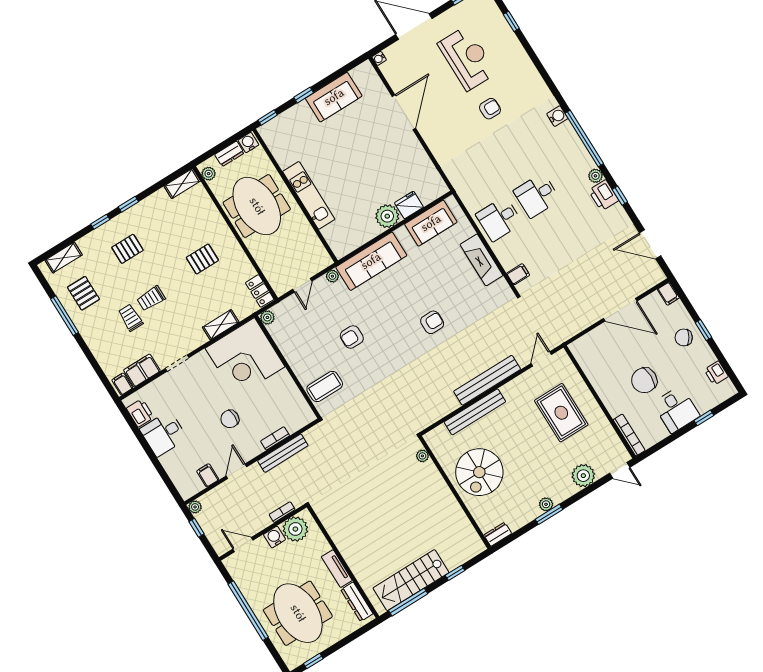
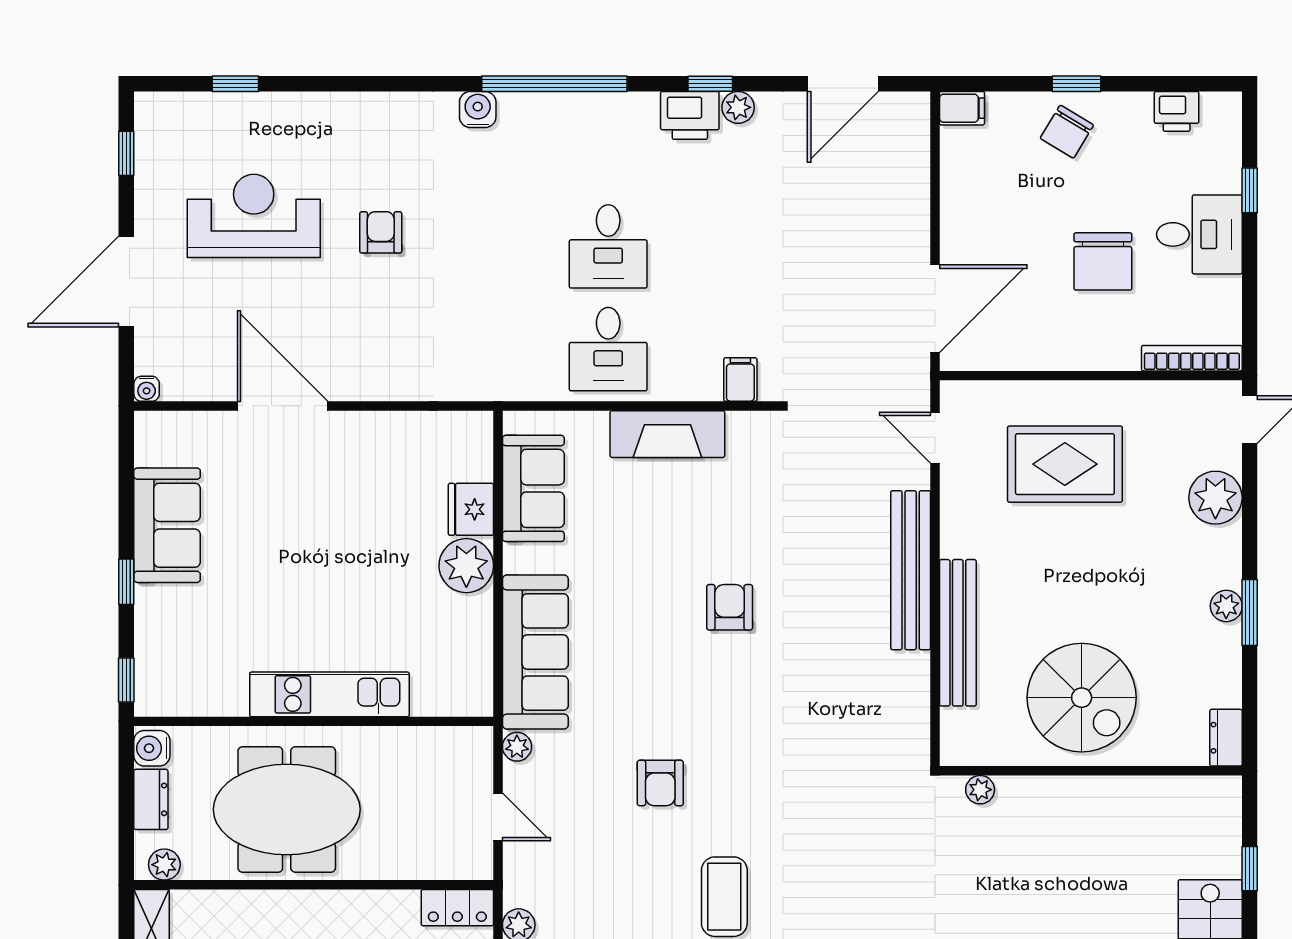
plant: (595, 176) -> (738, 107), moved
door: (620, 310) -> (935, 309), moved

